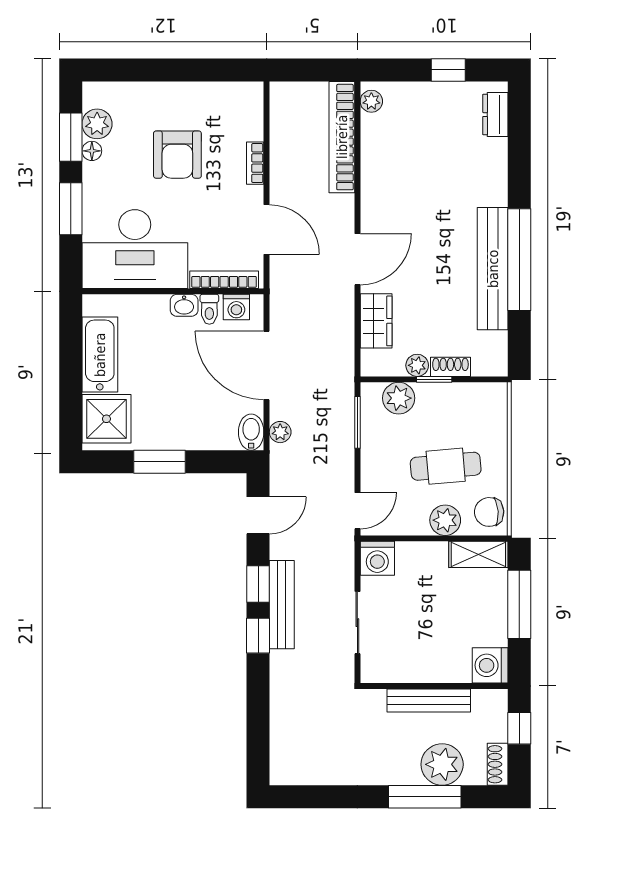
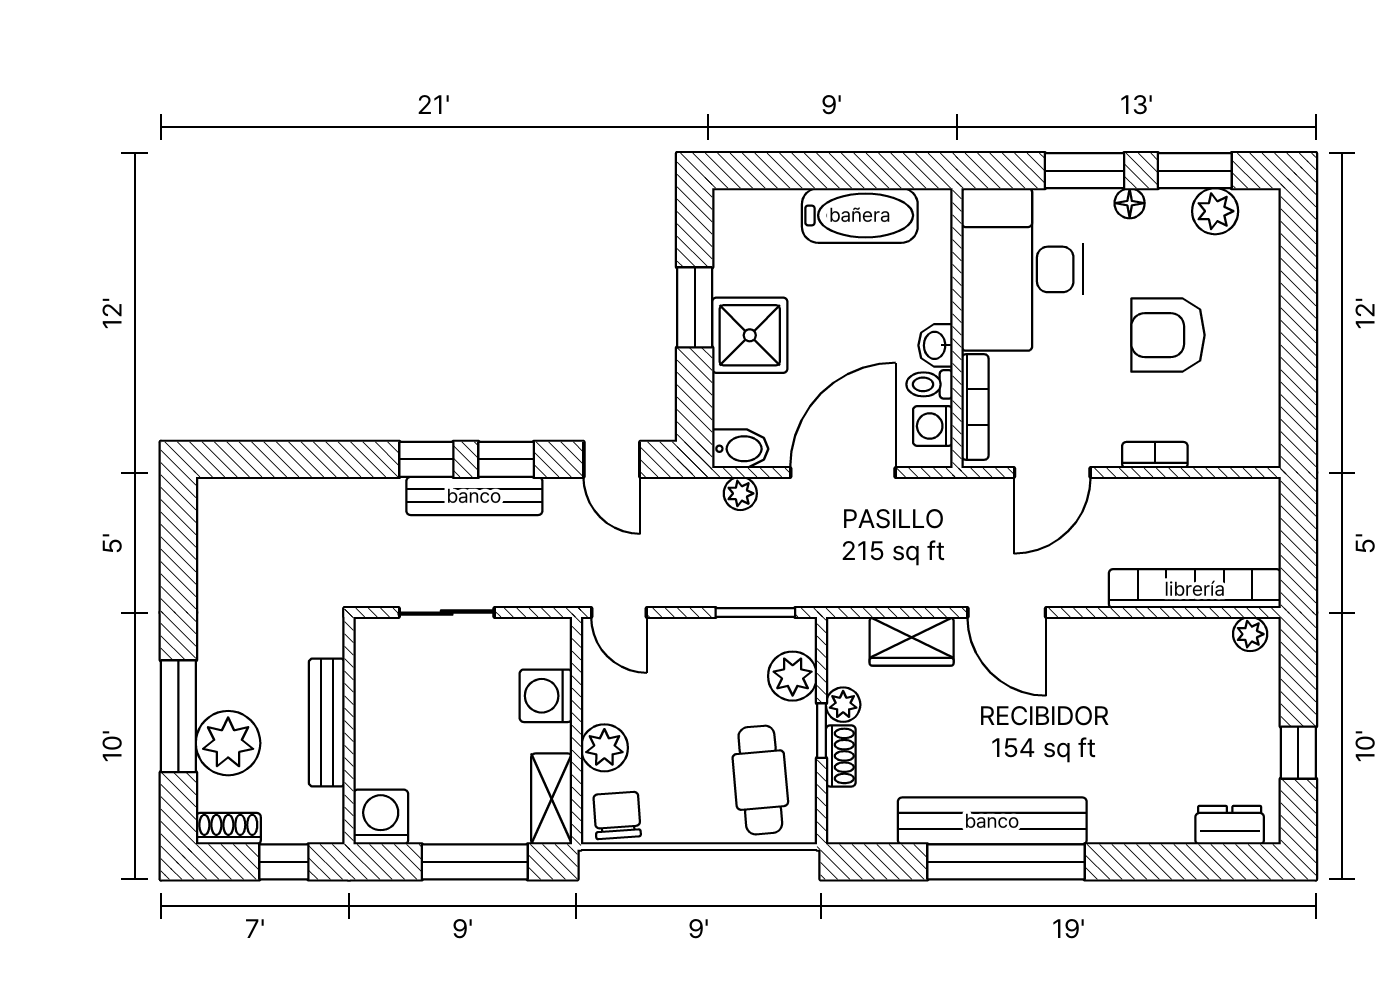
floor lamp: (92, 151) -> (1130, 203), moved
shower: (106, 419) -> (750, 335), moved
cafe table: (446, 466) -> (760, 780), moved
washing machine: (377, 558) -> (546, 696), moved

